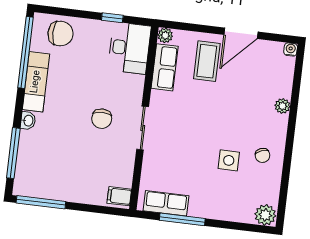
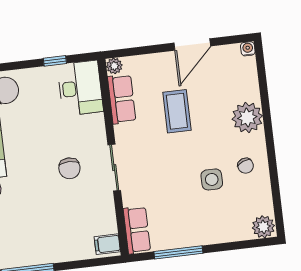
coffee table: (207, 61) -> (177, 111), moved
plant: (282, 106) -> (247, 118), width x1.87, depth x1.87
row of seats: (166, 203) -> (137, 230), moved, turned 90

